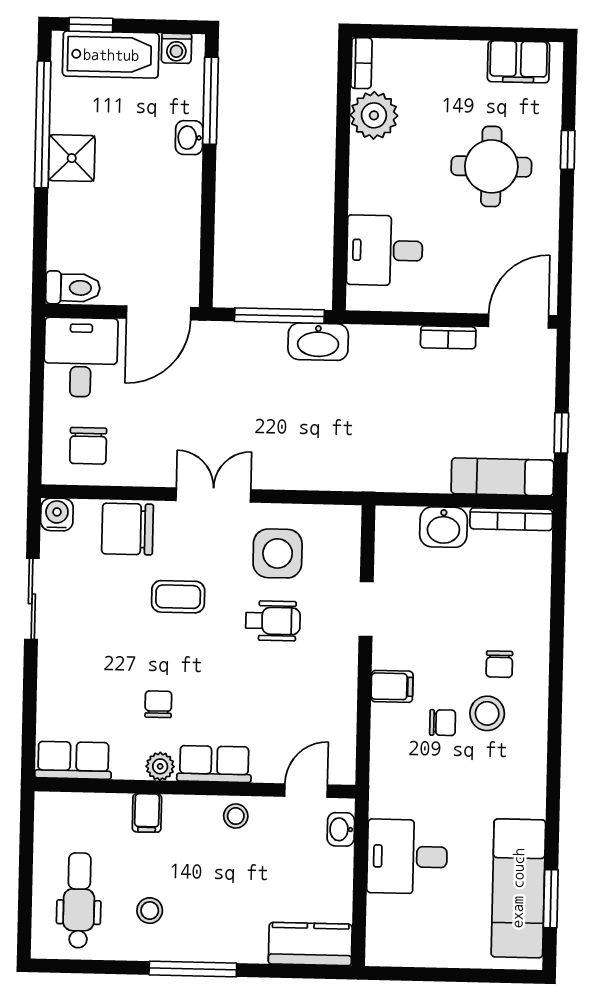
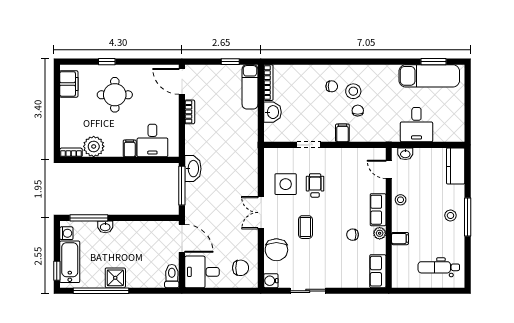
filing cabinet: (368, 198) -> (130, 148), added
stool: (150, 911) -> (450, 215), moved

